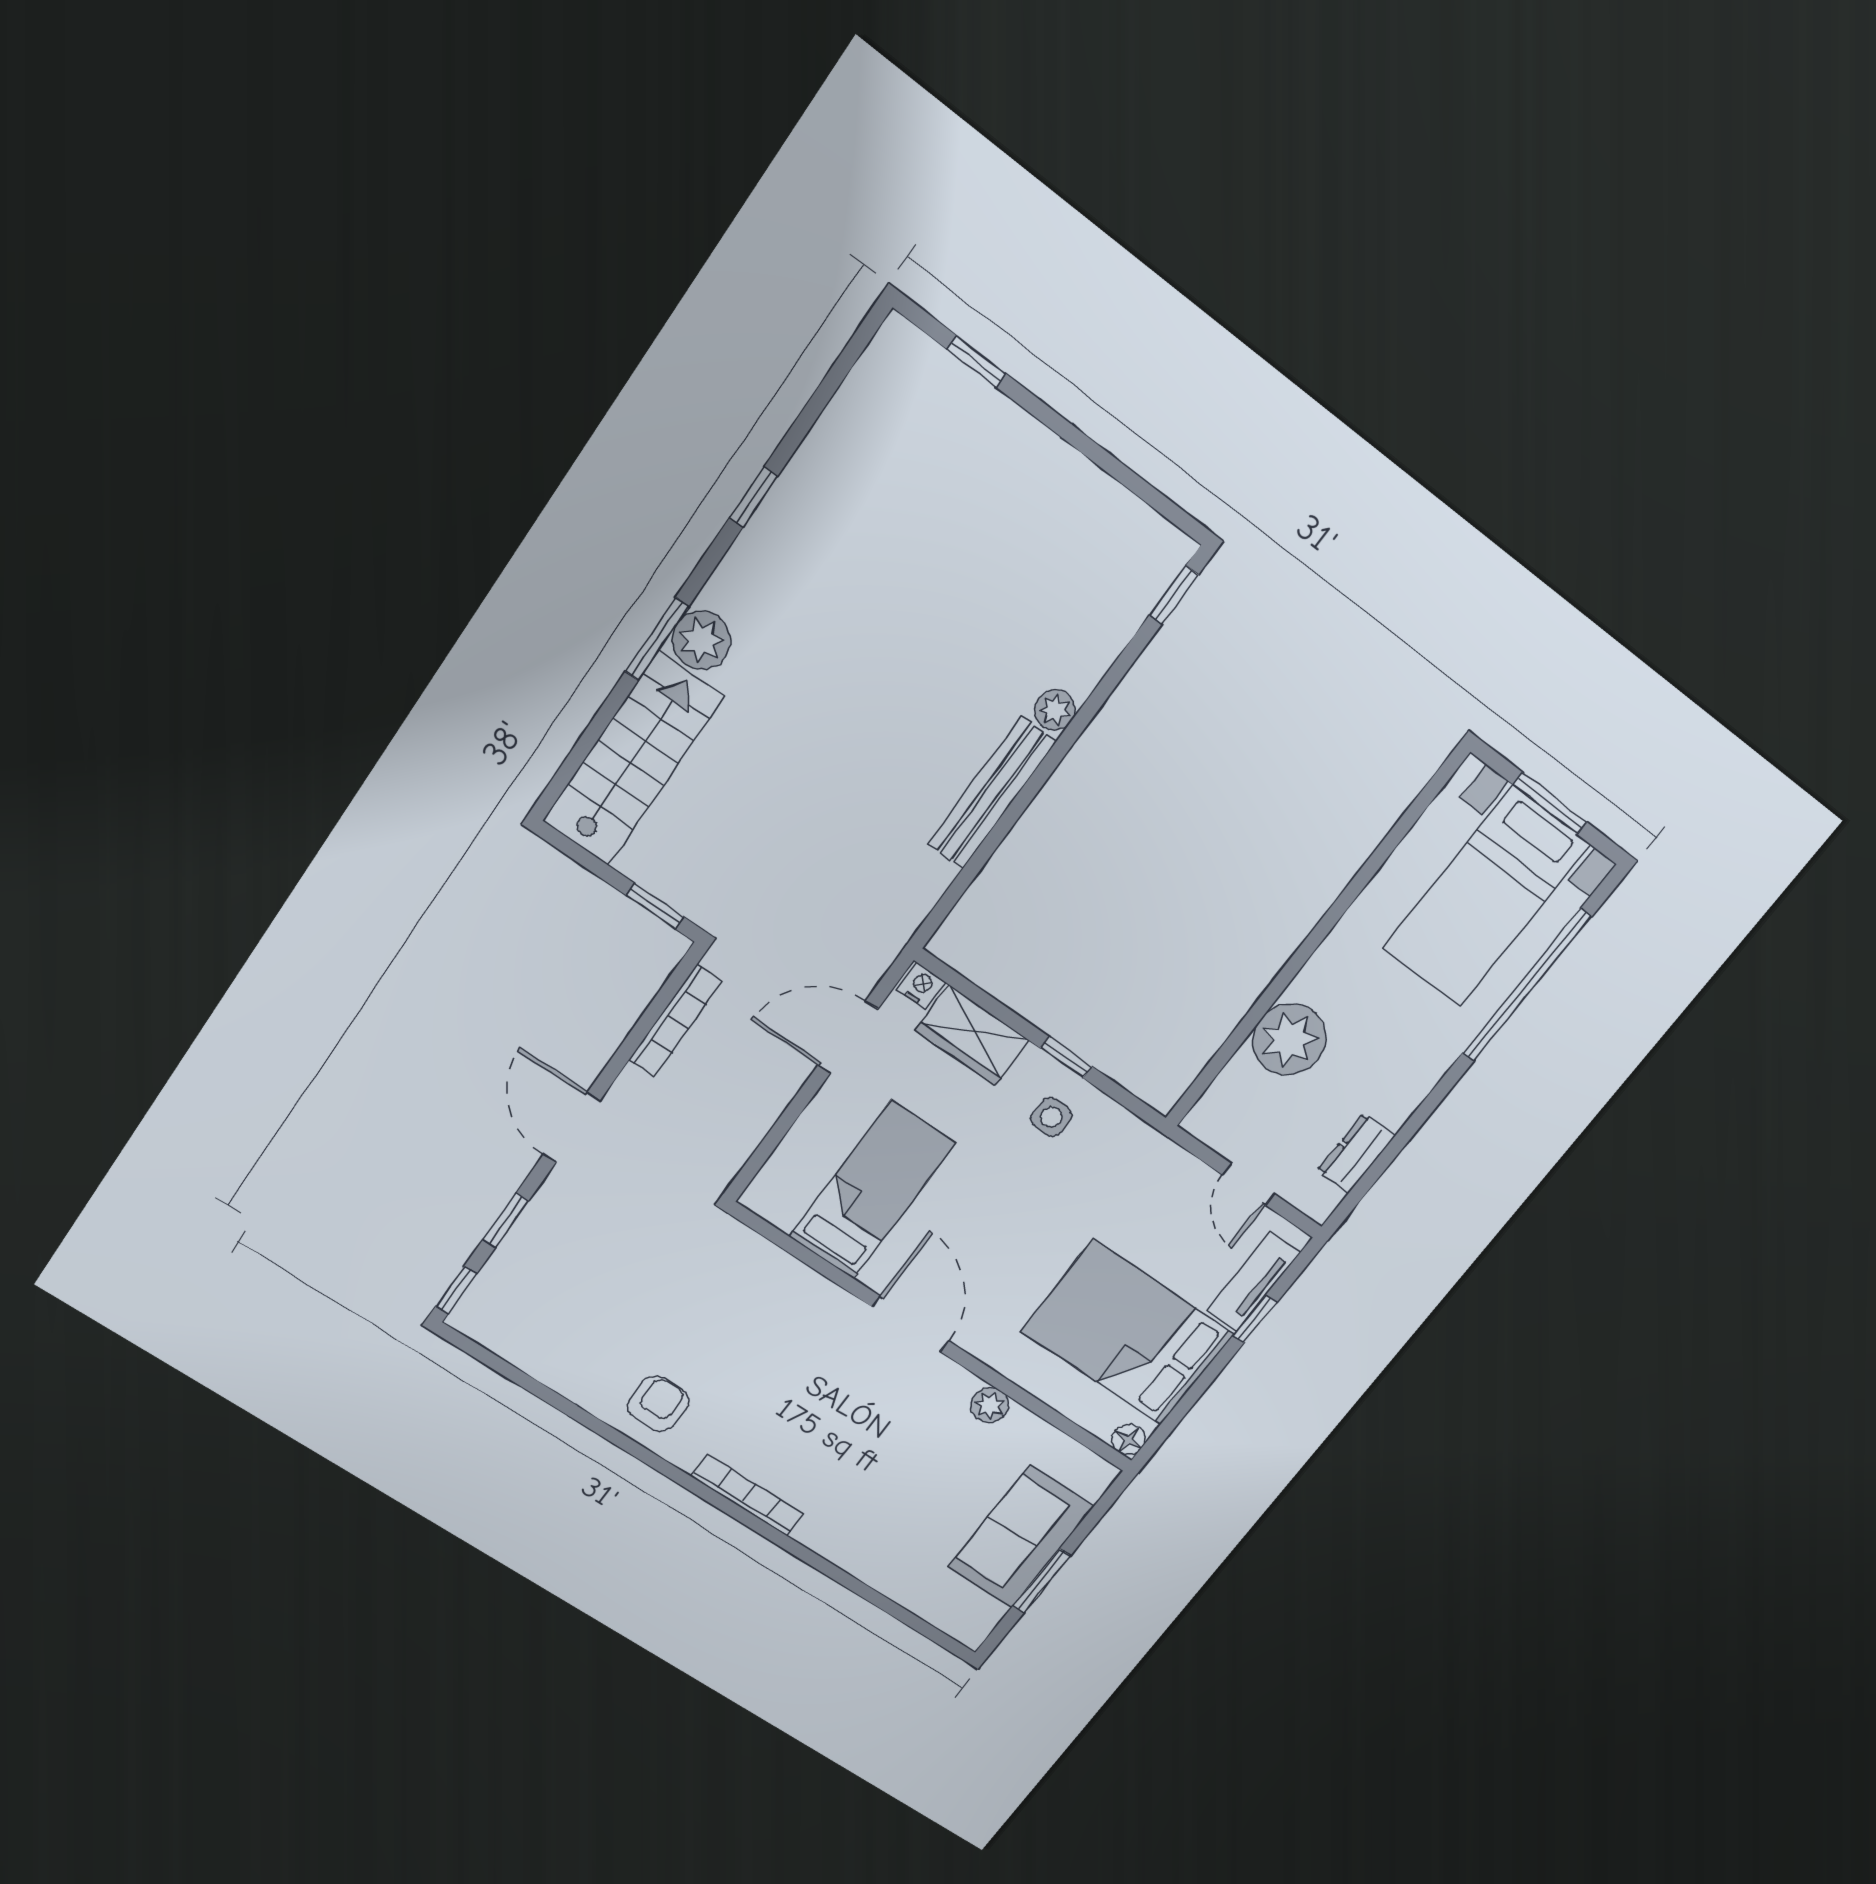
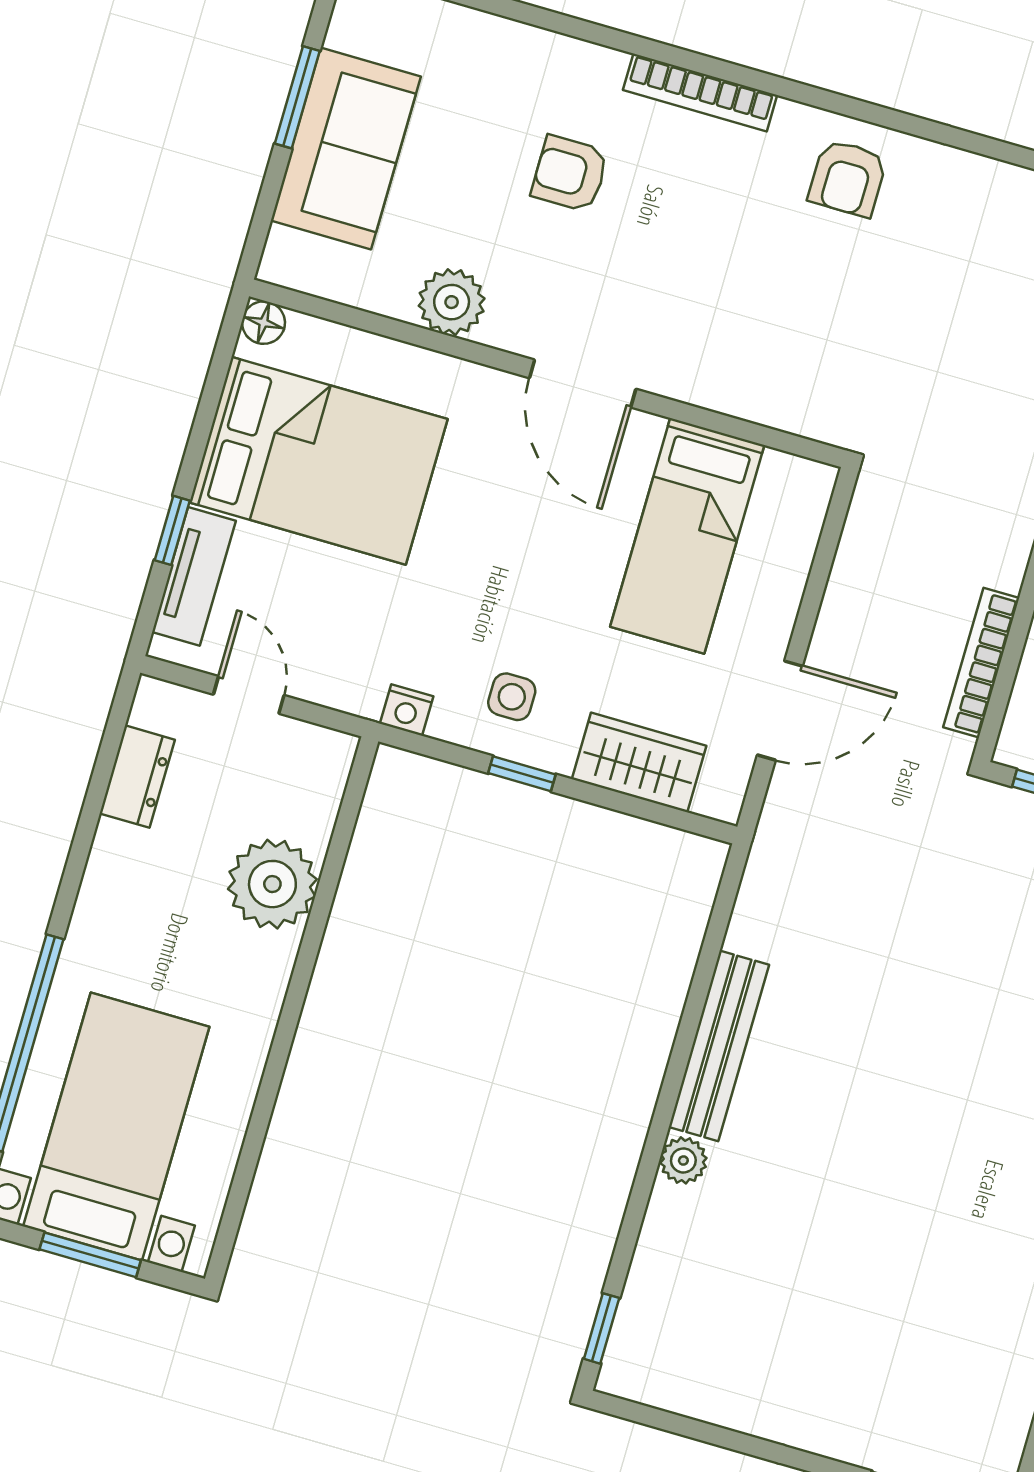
nightstand: (921, 986) -> (407, 710), moved
plant: (990, 1405) -> (452, 302), width x1.38, depth x1.38
armchair: (864, 1470) -> (570, 174), added

